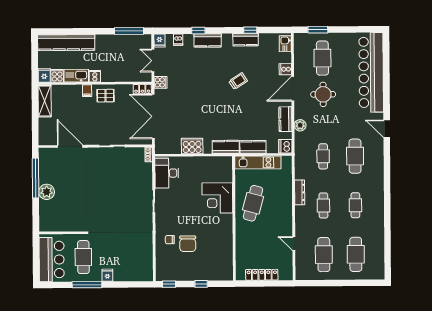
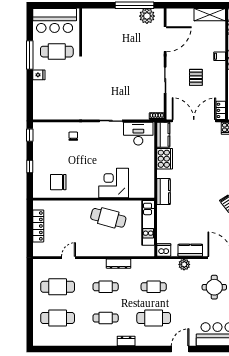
pallet: (105, 96) -> (196, 77), moved
kitchen counter: (253, 147) -> (163, 135), moved
dresser: (379, 184) -> (126, 341), added
plant: (47, 192) -> (147, 16), moved
chair: (188, 244) -> (58, 182), moved

